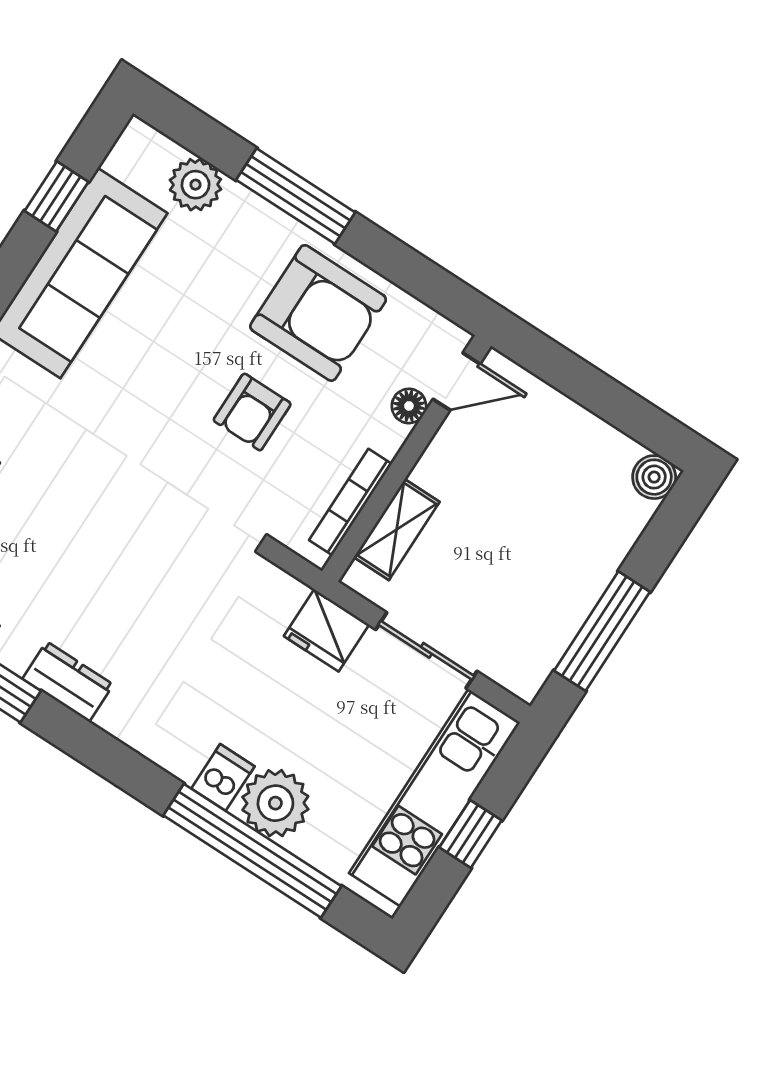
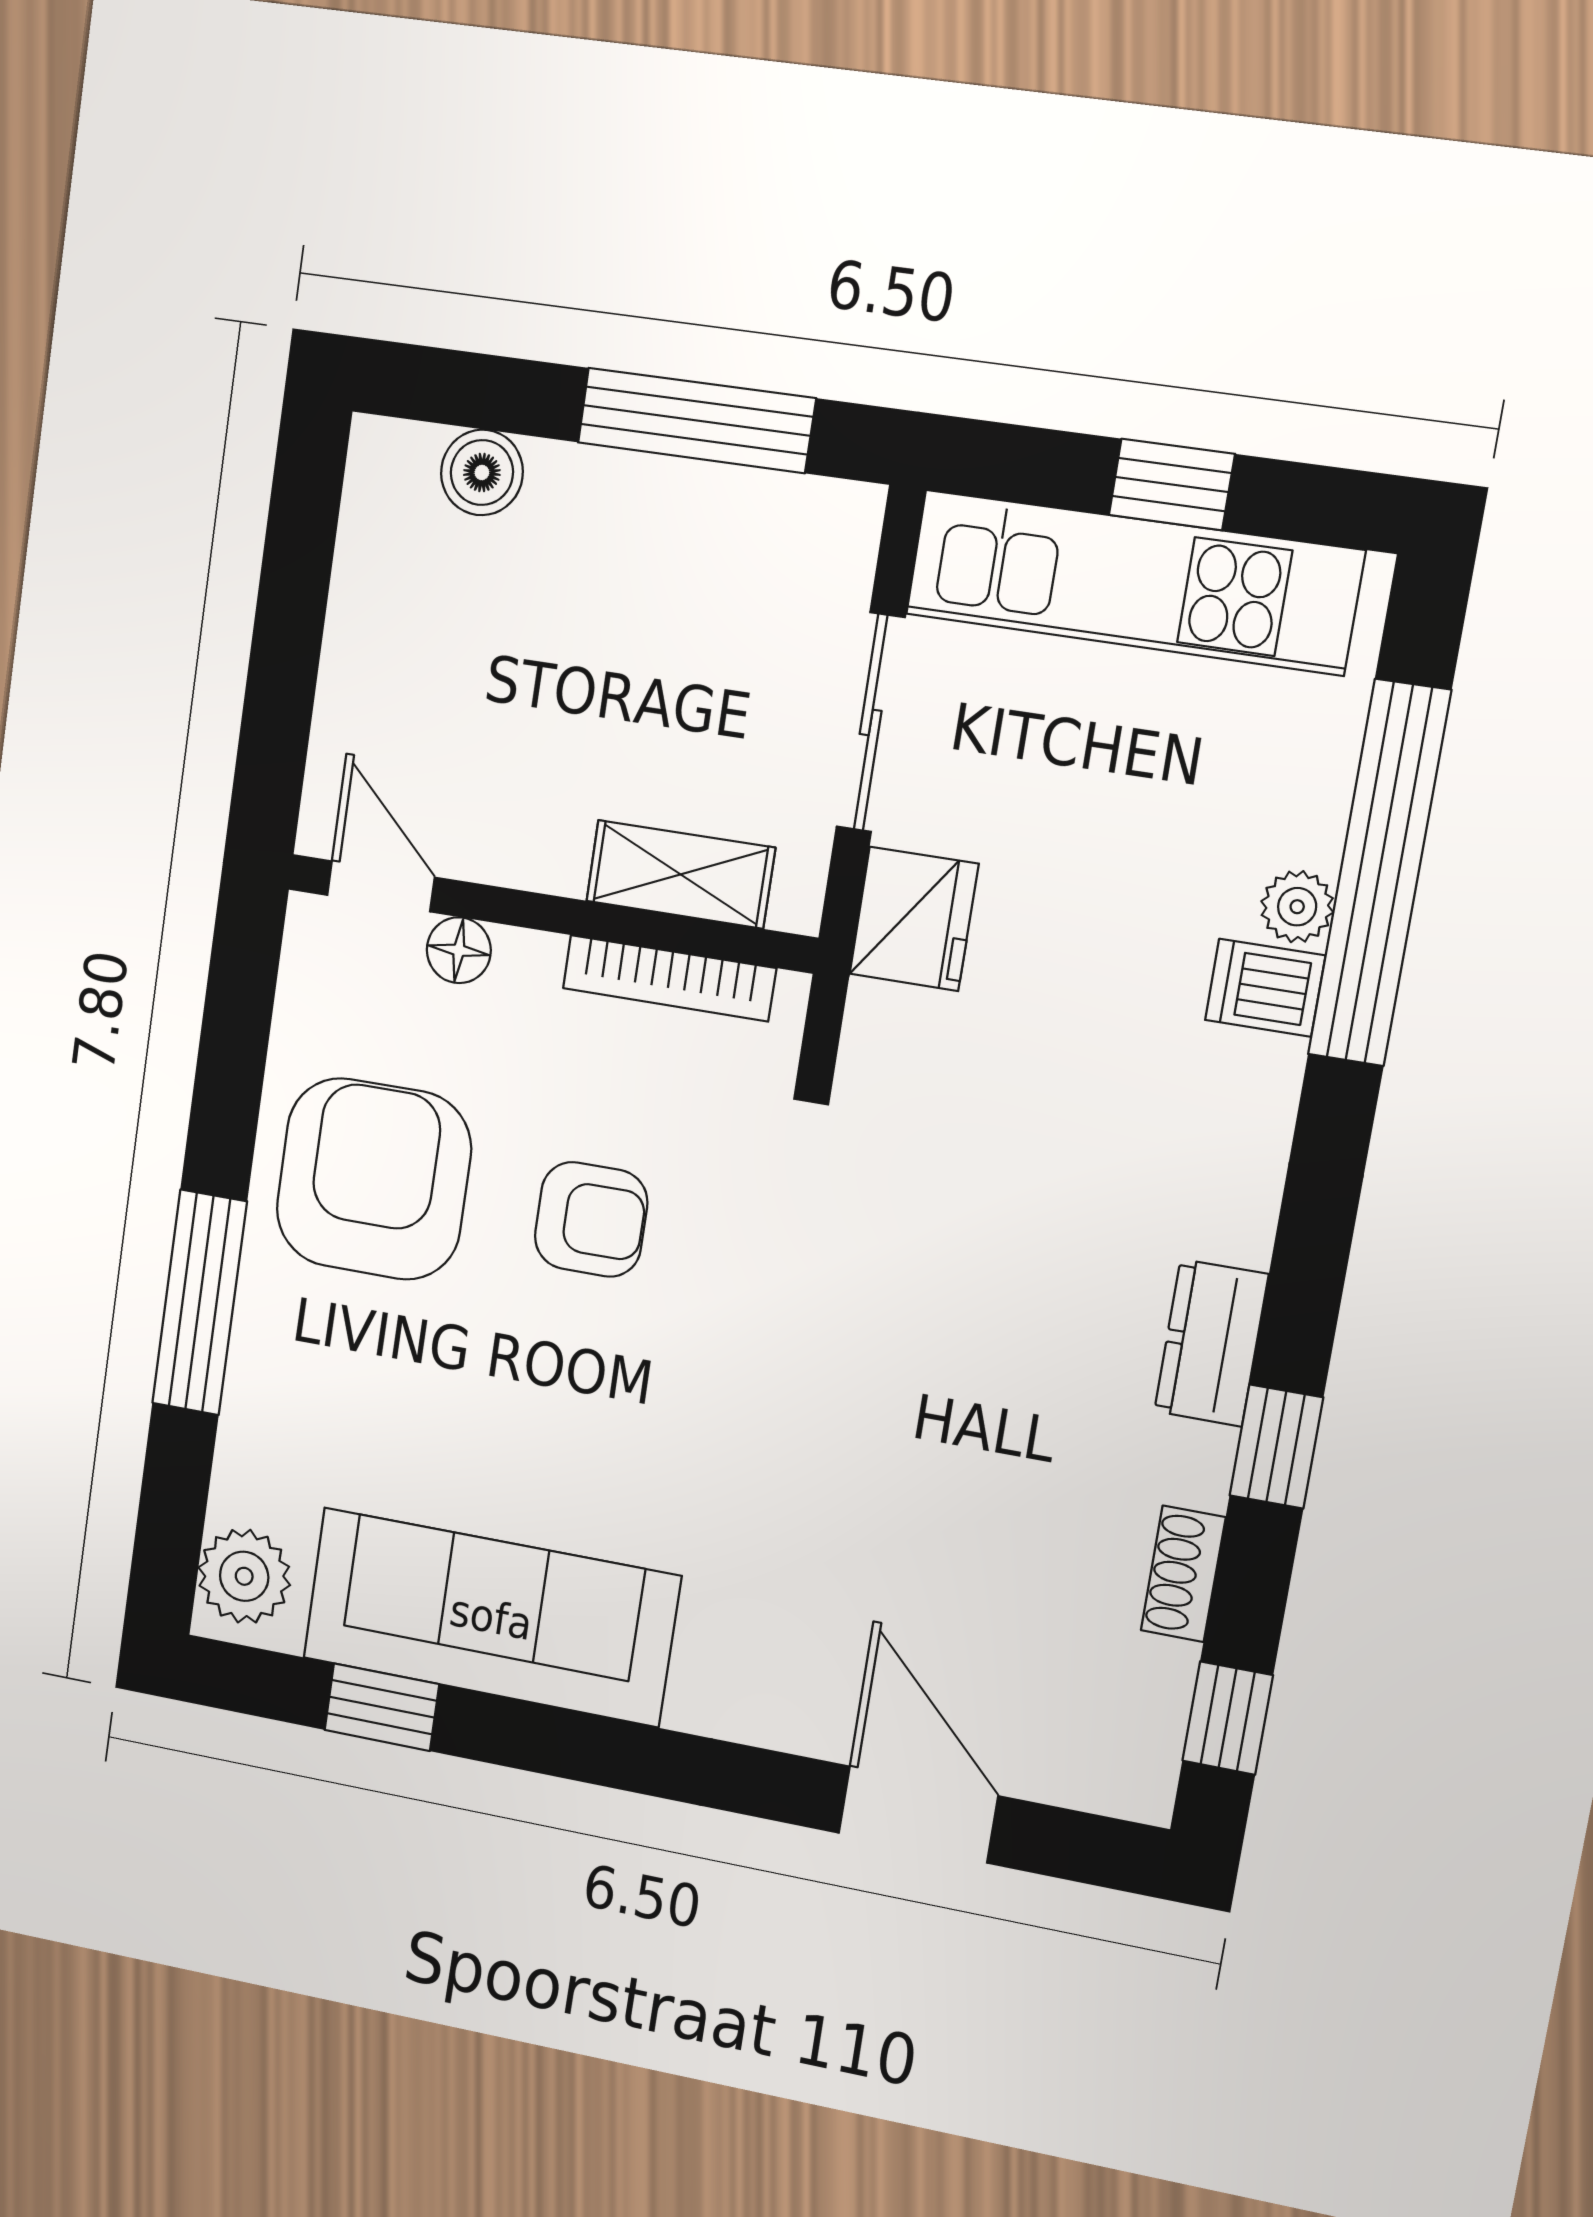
plant: (195, 185) -> (244, 1576), moved
boiler: (654, 477) -> (482, 473), moved
plant: (275, 803) -> (1297, 907), width x0.53, depth x0.53

